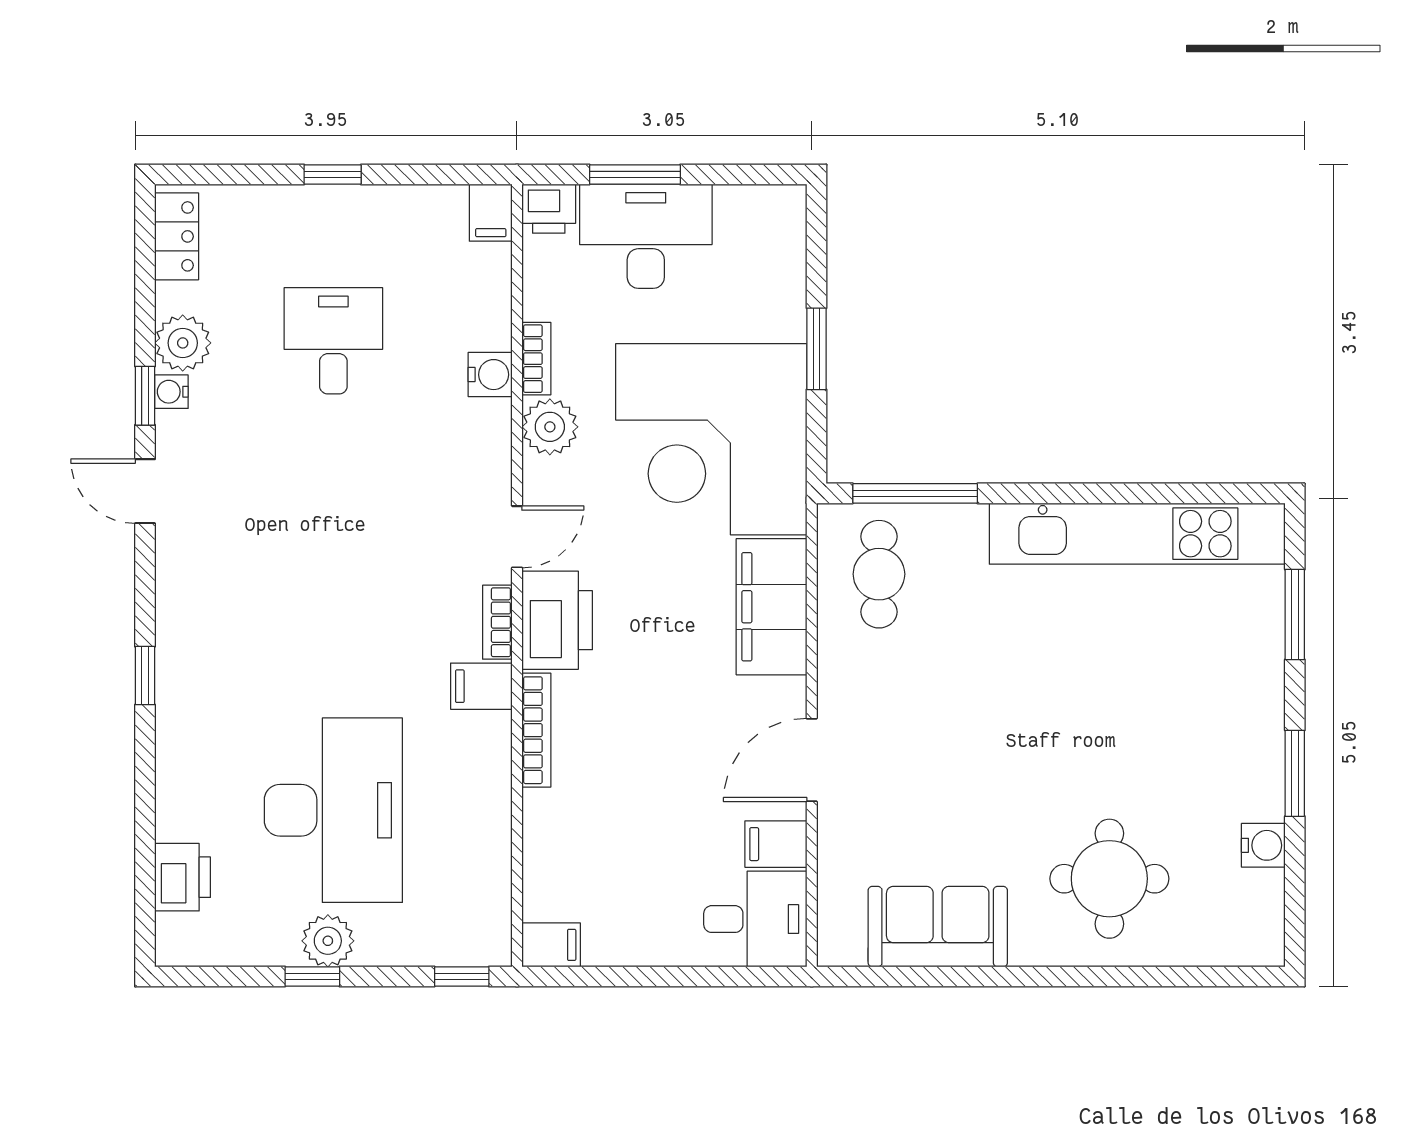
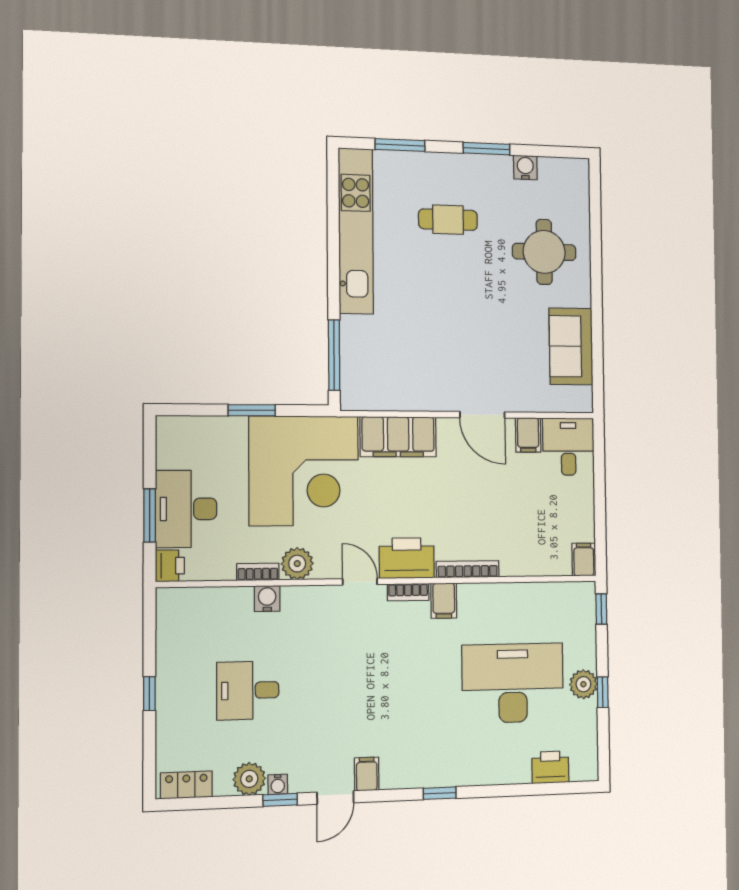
filing cabinet: (491, 213) -> (367, 774), moved, turned -90
cafe table: (879, 574) -> (448, 220), moved

